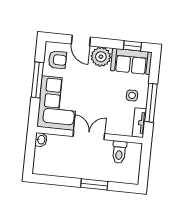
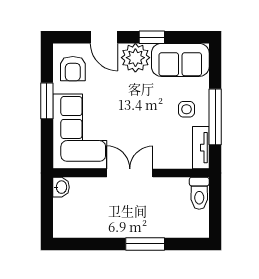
window: (132, 46) -> (152, 37), moved
armchair: (57, 60) -> (73, 69), turned 90
window: (37, 80) -> (47, 101), width x0.69
toilet: (119, 152) -> (199, 193), moved

